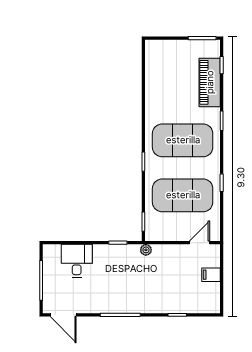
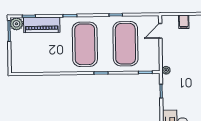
plant: (212, 48) -> (16, 24), added
door: (199, 243) -> (160, 31), hinge flipped

